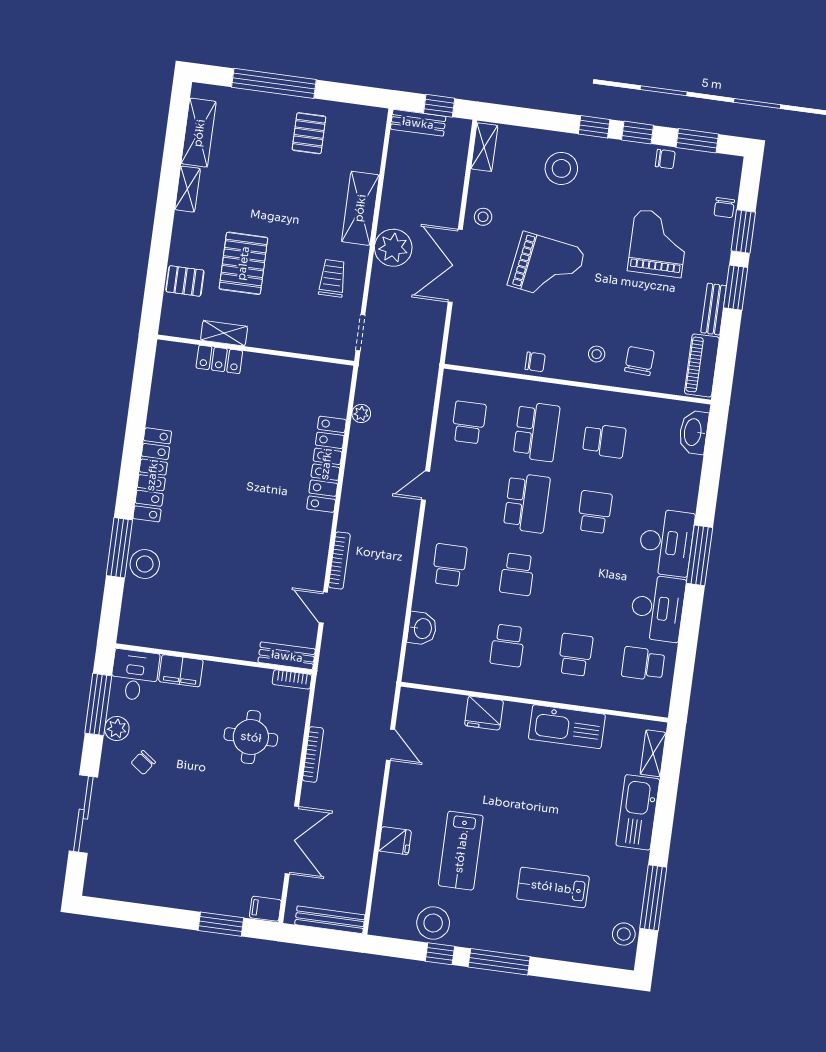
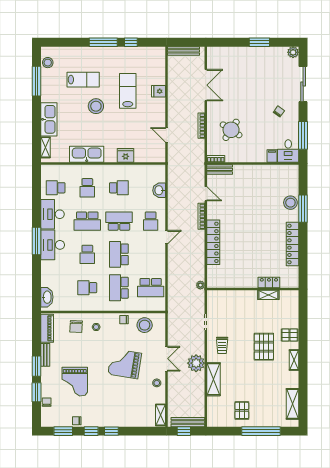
bench: (418, 123) -> (188, 422), width x1.36
stool: (561, 168) -> (145, 325), moved
shelving: (188, 189) -> (294, 360), moved
double door: (455, 266) -> (166, 359), width x0.73
shelving: (224, 333) -> (268, 295), moved
wall: (256, 350) -> (253, 289), moved
locker: (219, 359) -> (269, 283), moved
school desk: (469, 422) -> (151, 288), width x1.85
locker: (326, 464) -> (213, 242), moved
door: (426, 486) -> (166, 237), moved
school desk: (517, 574) -> (119, 221), width x1.85
school desk: (585, 583) -> (87, 221), added
school desk: (508, 645) -> (119, 188), turned 90
school desk: (643, 664) -> (56, 188), turned 180
filing cabinet: (181, 671) -> (272, 156), width x0.50
plant: (117, 728) -> (293, 52), moved
round table: (251, 737) -> (231, 130), turned 33
double door: (292, 840) -> (206, 85), swing flipped
filing cabinet: (265, 909) -> (214, 52), removed
stool: (433, 923) -> (96, 106), moved
window: (221, 924) -> (259, 42), moved

